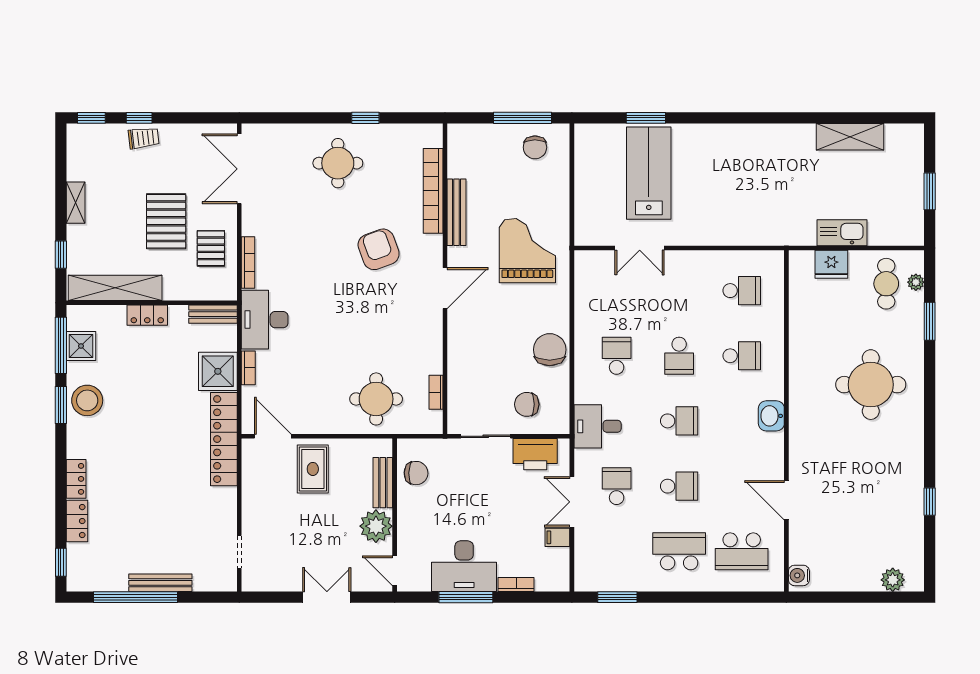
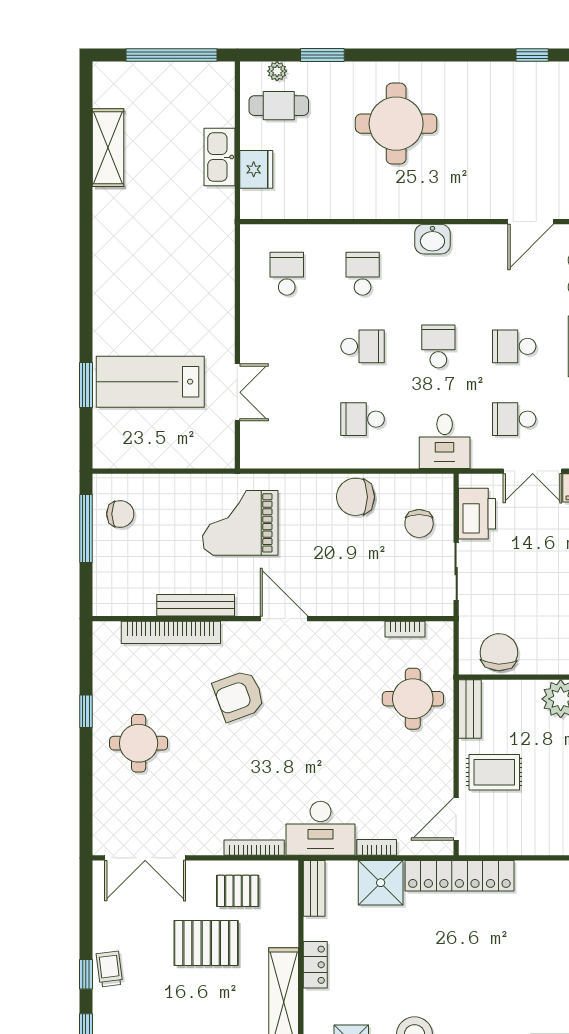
window: (930, 191) -> (171, 55), width x2.11
chair: (416, 473) -> (499, 652), width x1.37, depth x1.37
bench: (383, 483) -> (470, 709), moved, turned 90
school desk: (679, 486) -> (514, 346), turned -90

